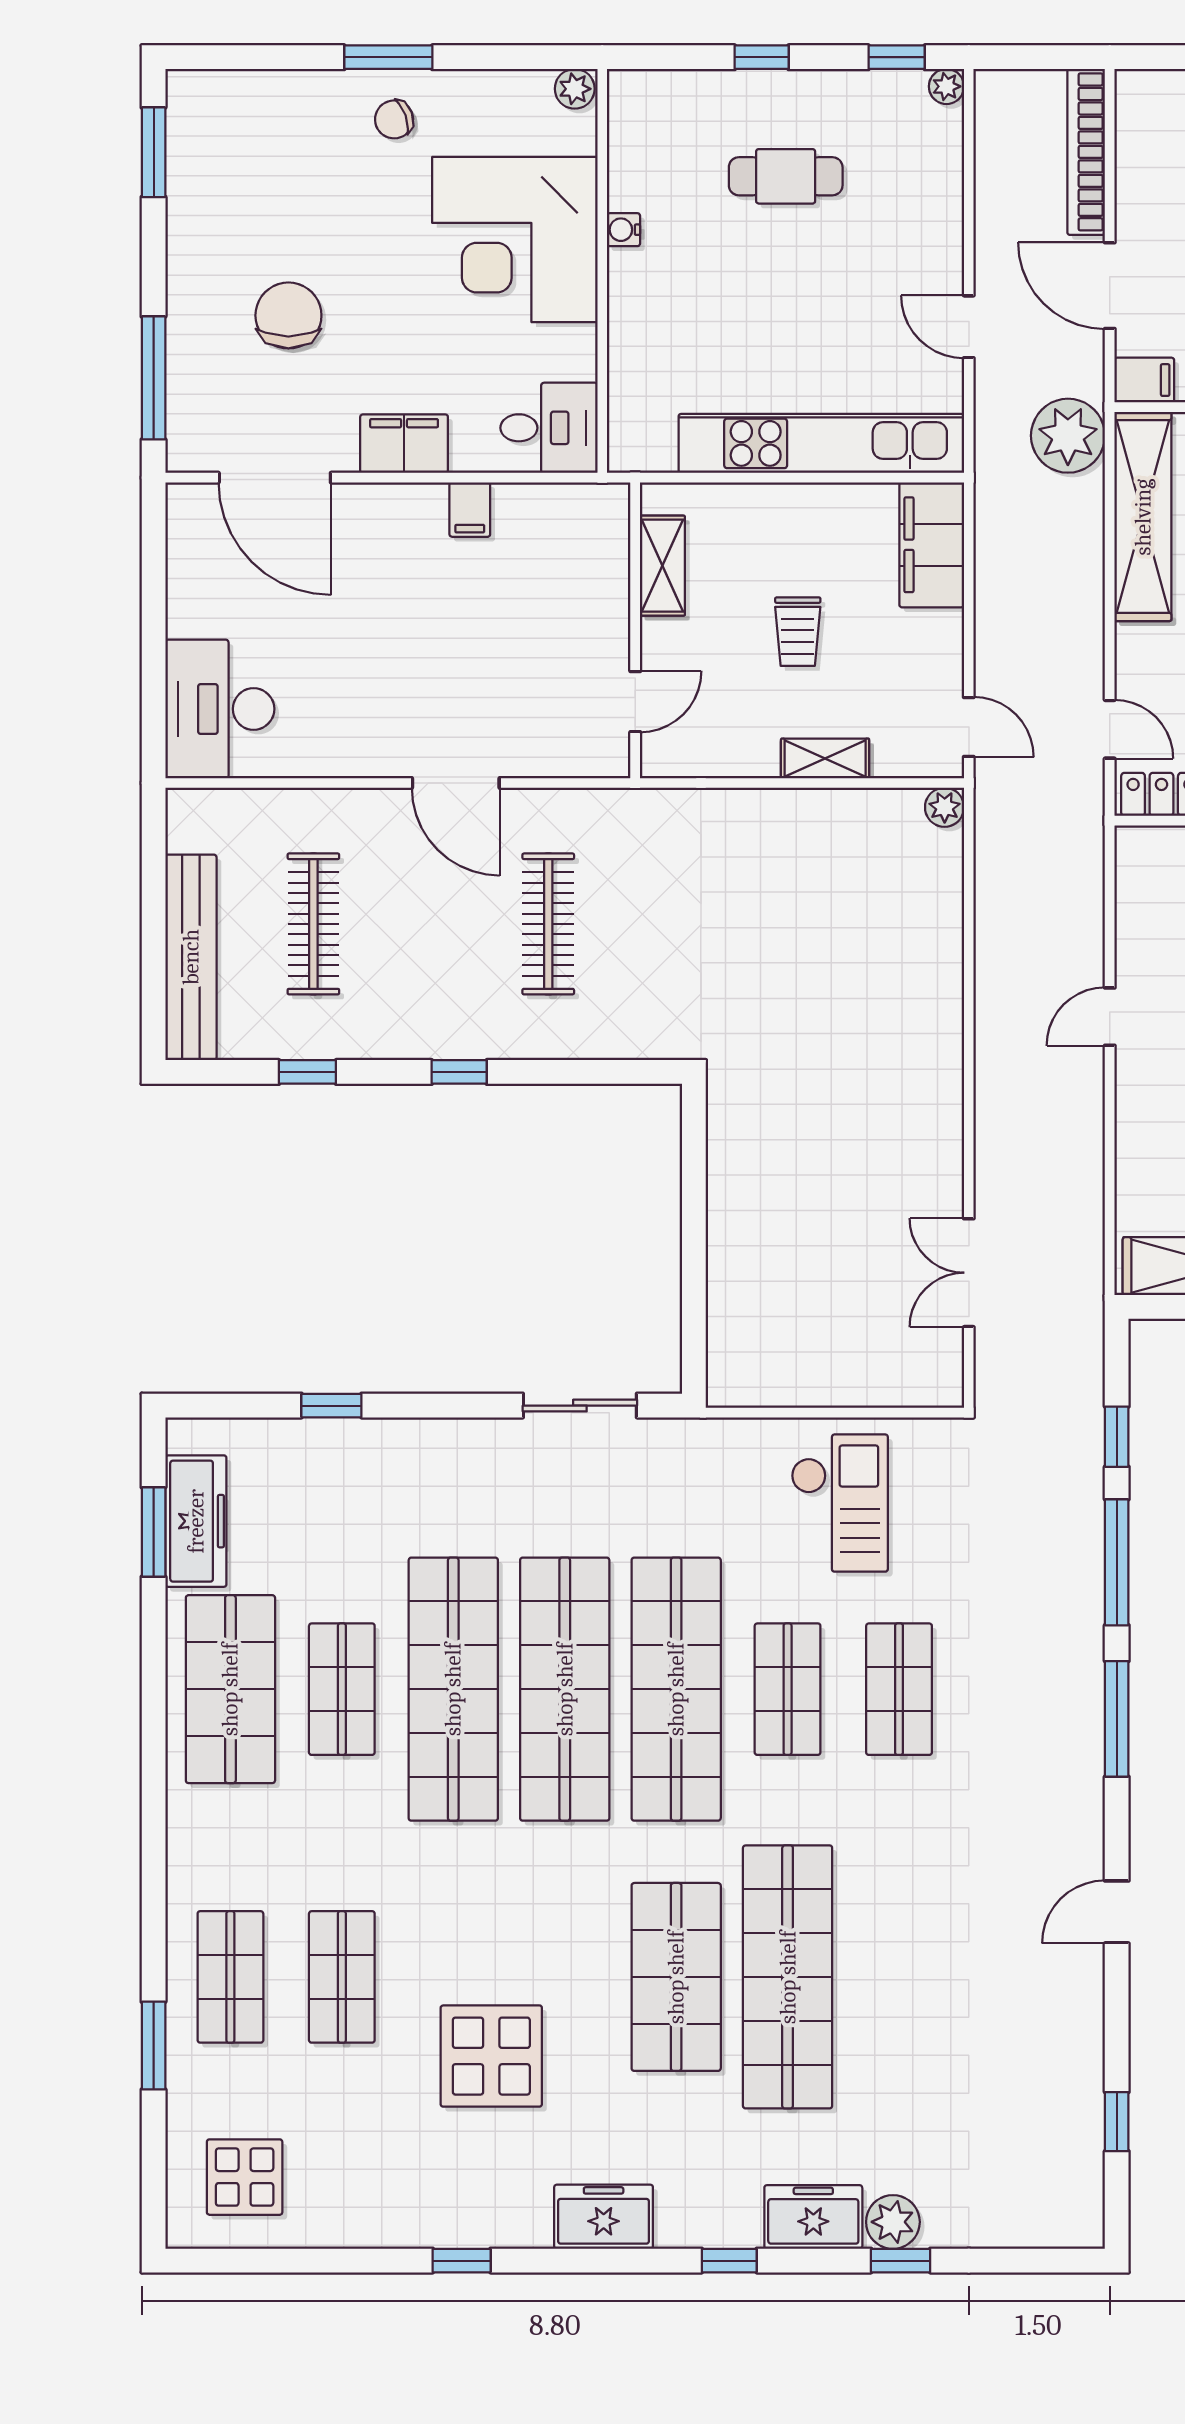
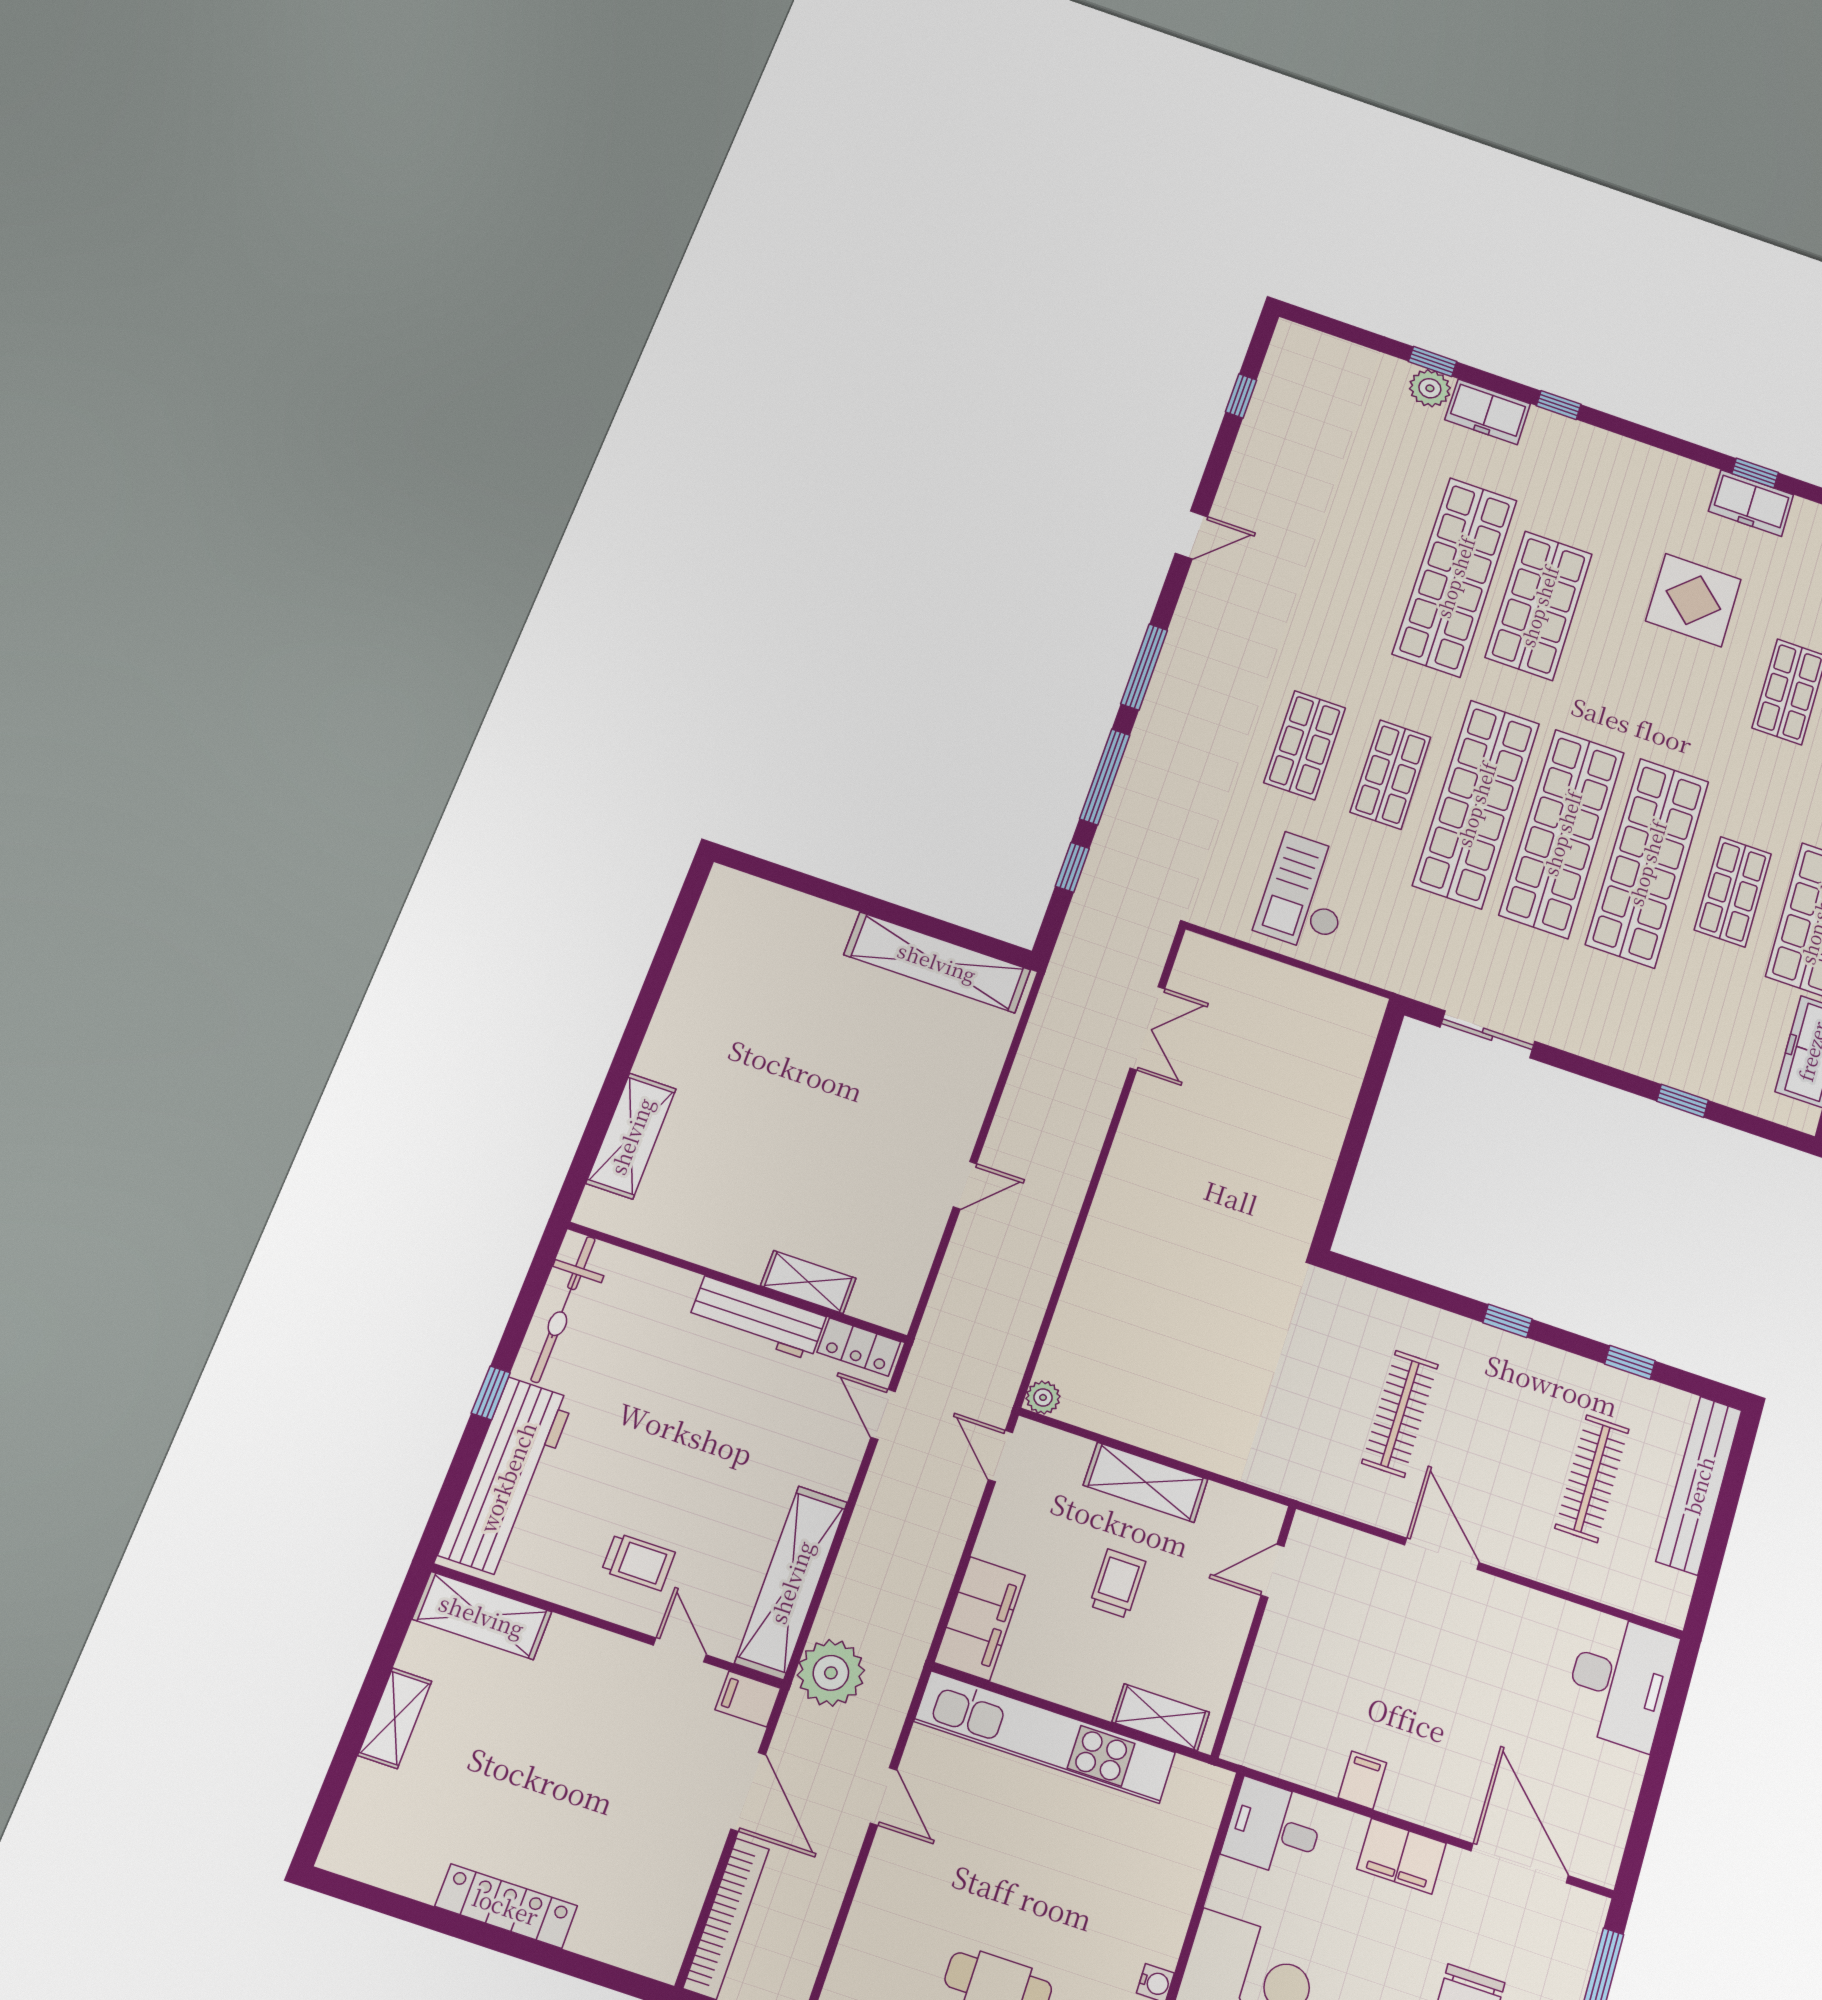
shelving: (662, 566) -> (1161, 1717), moved, turned 90
shelving: (825, 758) -> (1146, 1482), width x1.50, depth x1.33
freezer: (604, 2217) -> (1751, 503), moved

